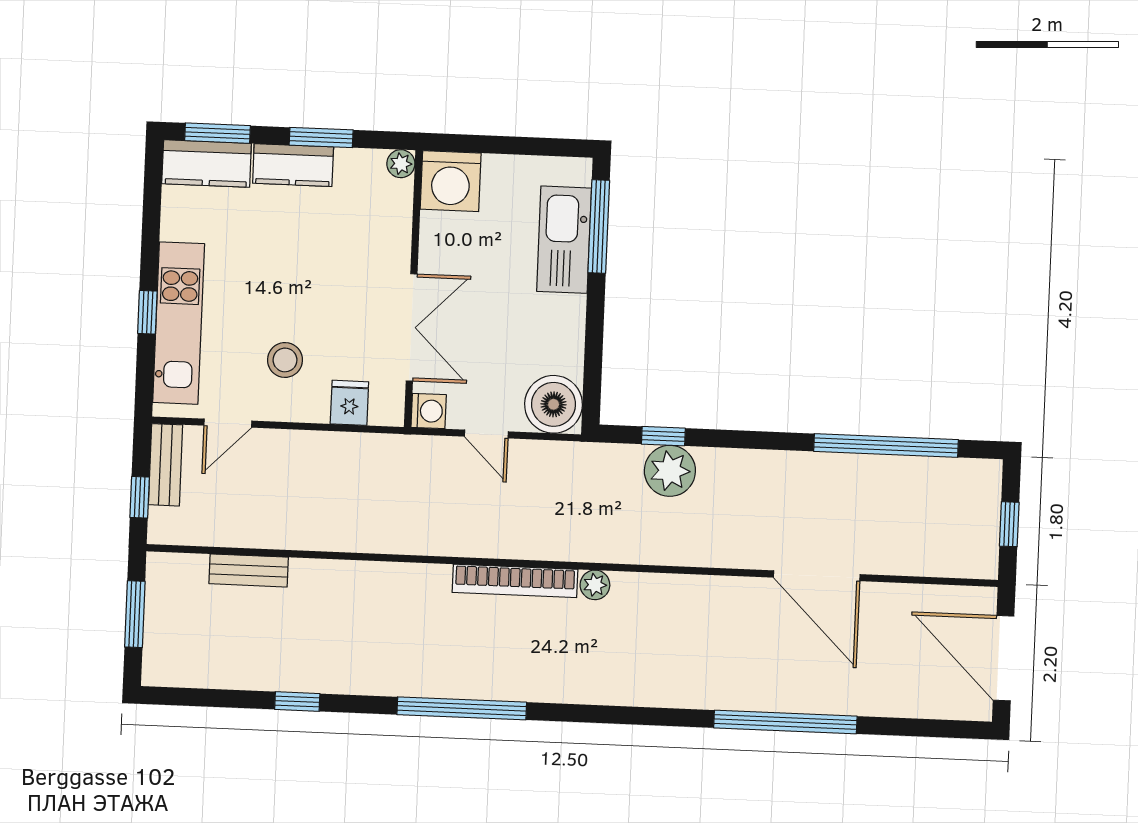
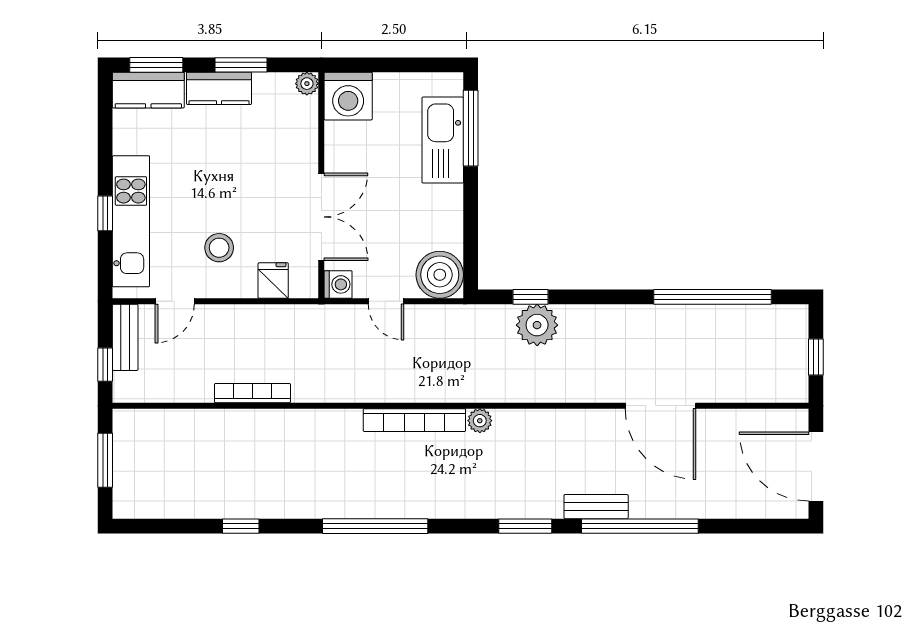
bookcase: (318, 539) -> (252, 393), added
bench: (249, 570) -> (596, 507), moved
window: (645, 716) -> (525, 526), added

